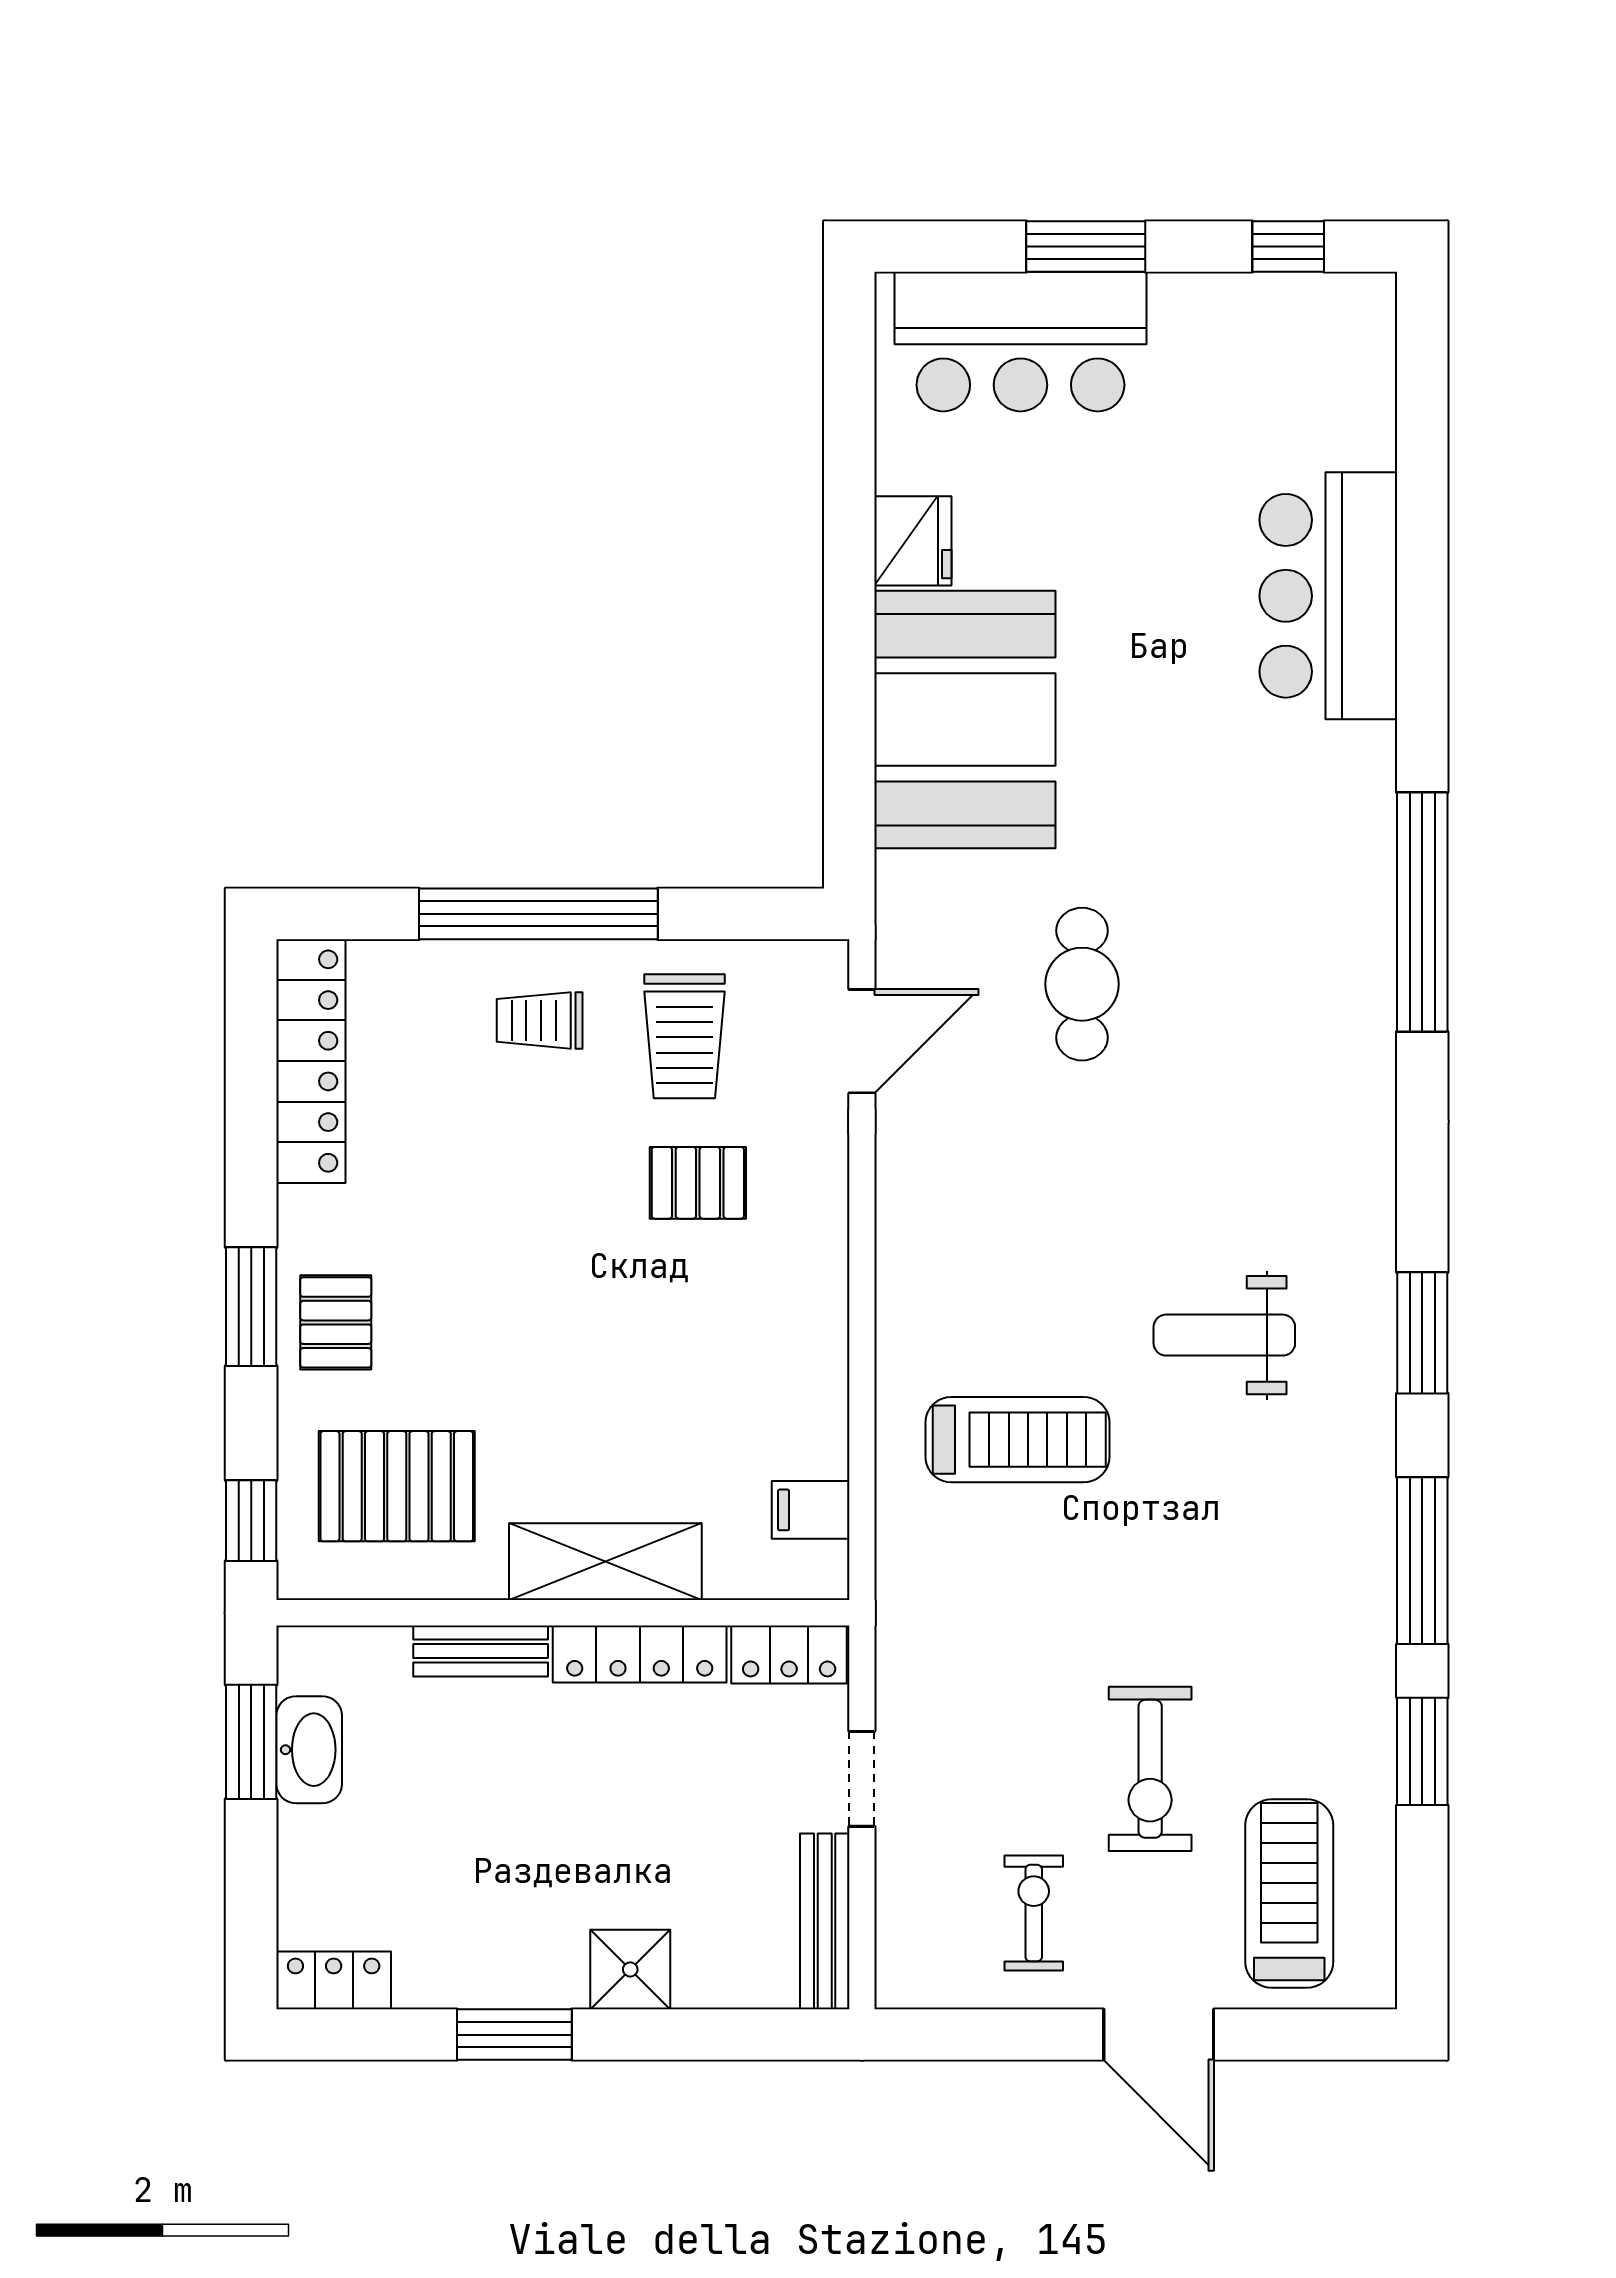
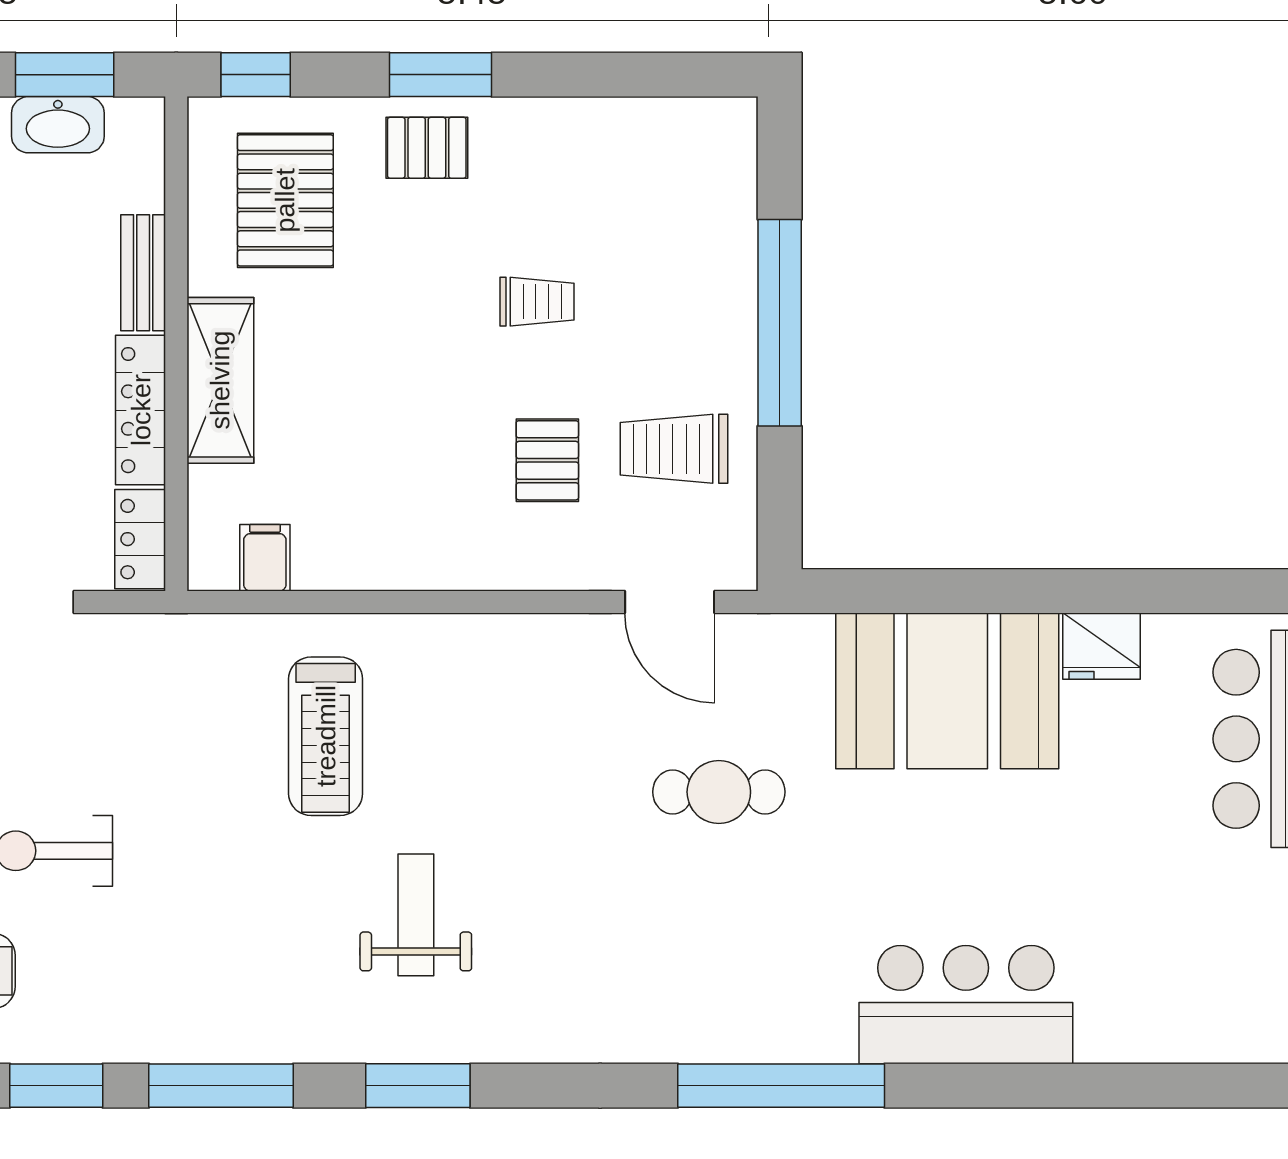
bar counter: (1328, 596) -> (966, 1005), moved
trolley: (540, 1020) -> (537, 302), moved, turned 90
locker: (311, 1061) -> (652, 126), removed

